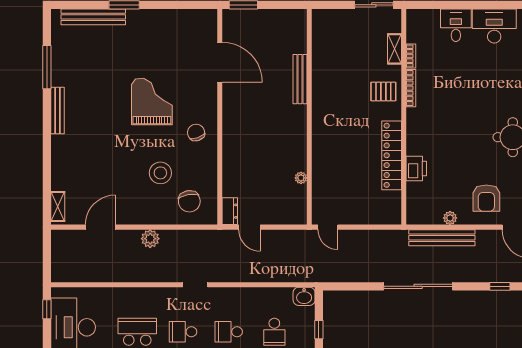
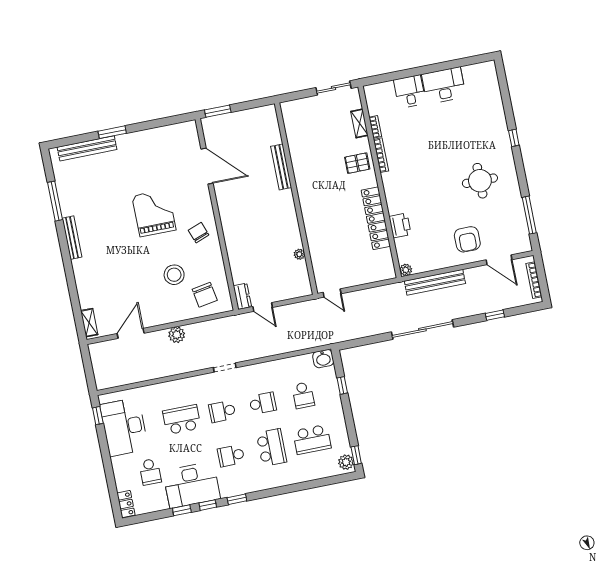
plant: (450, 218) -> (406, 270), moved
school desk: (229, 332) -> (263, 403), turned 180

